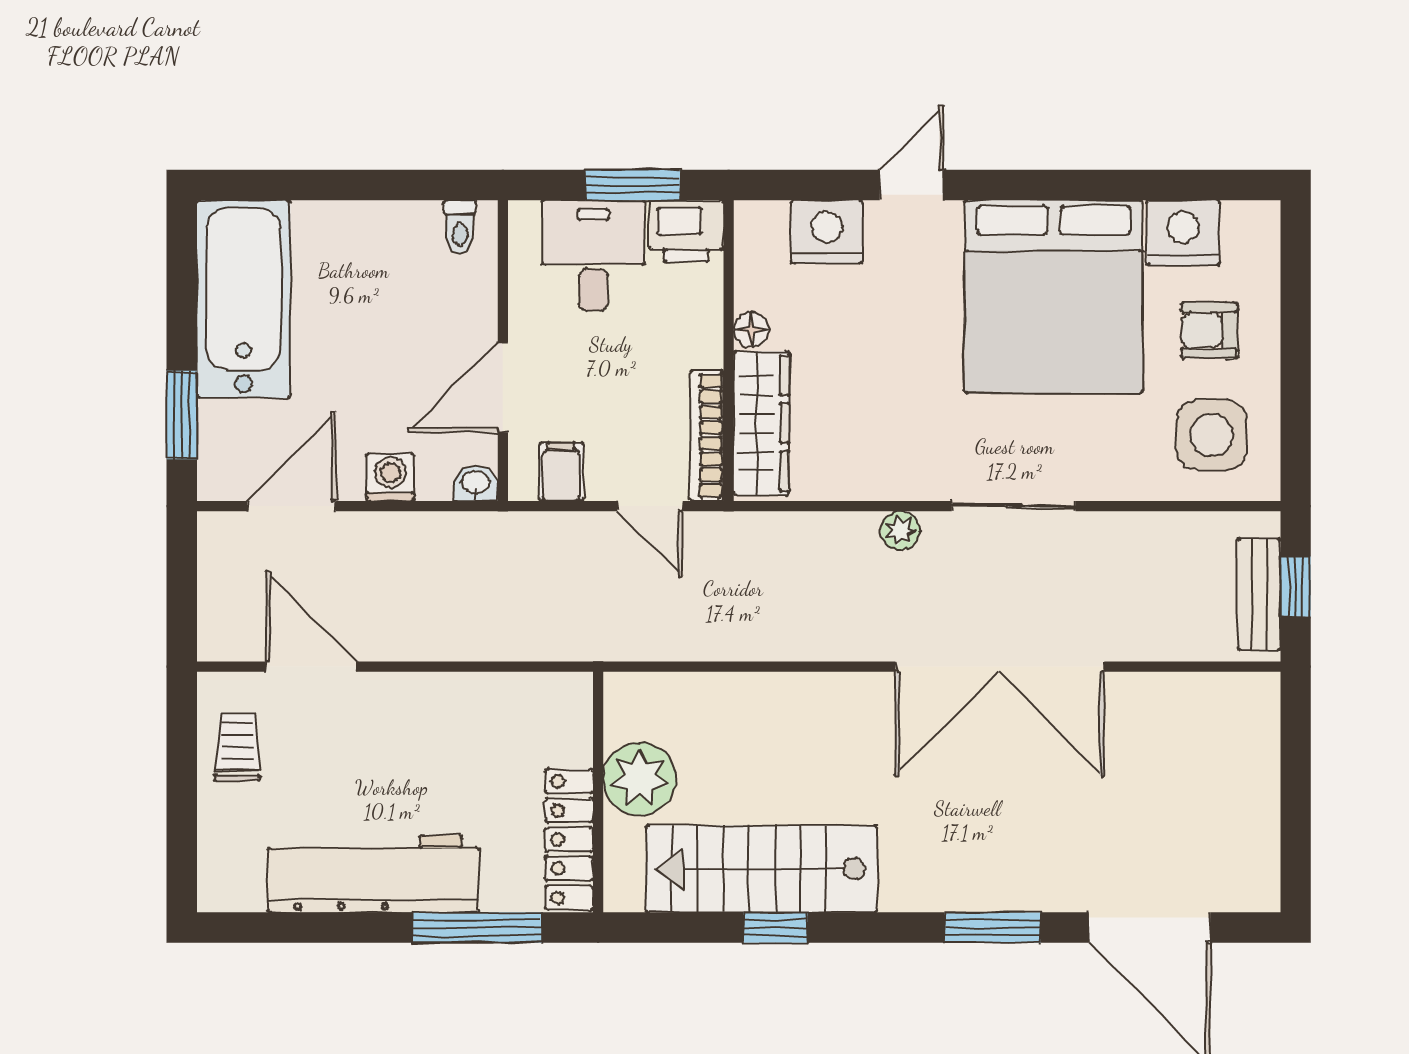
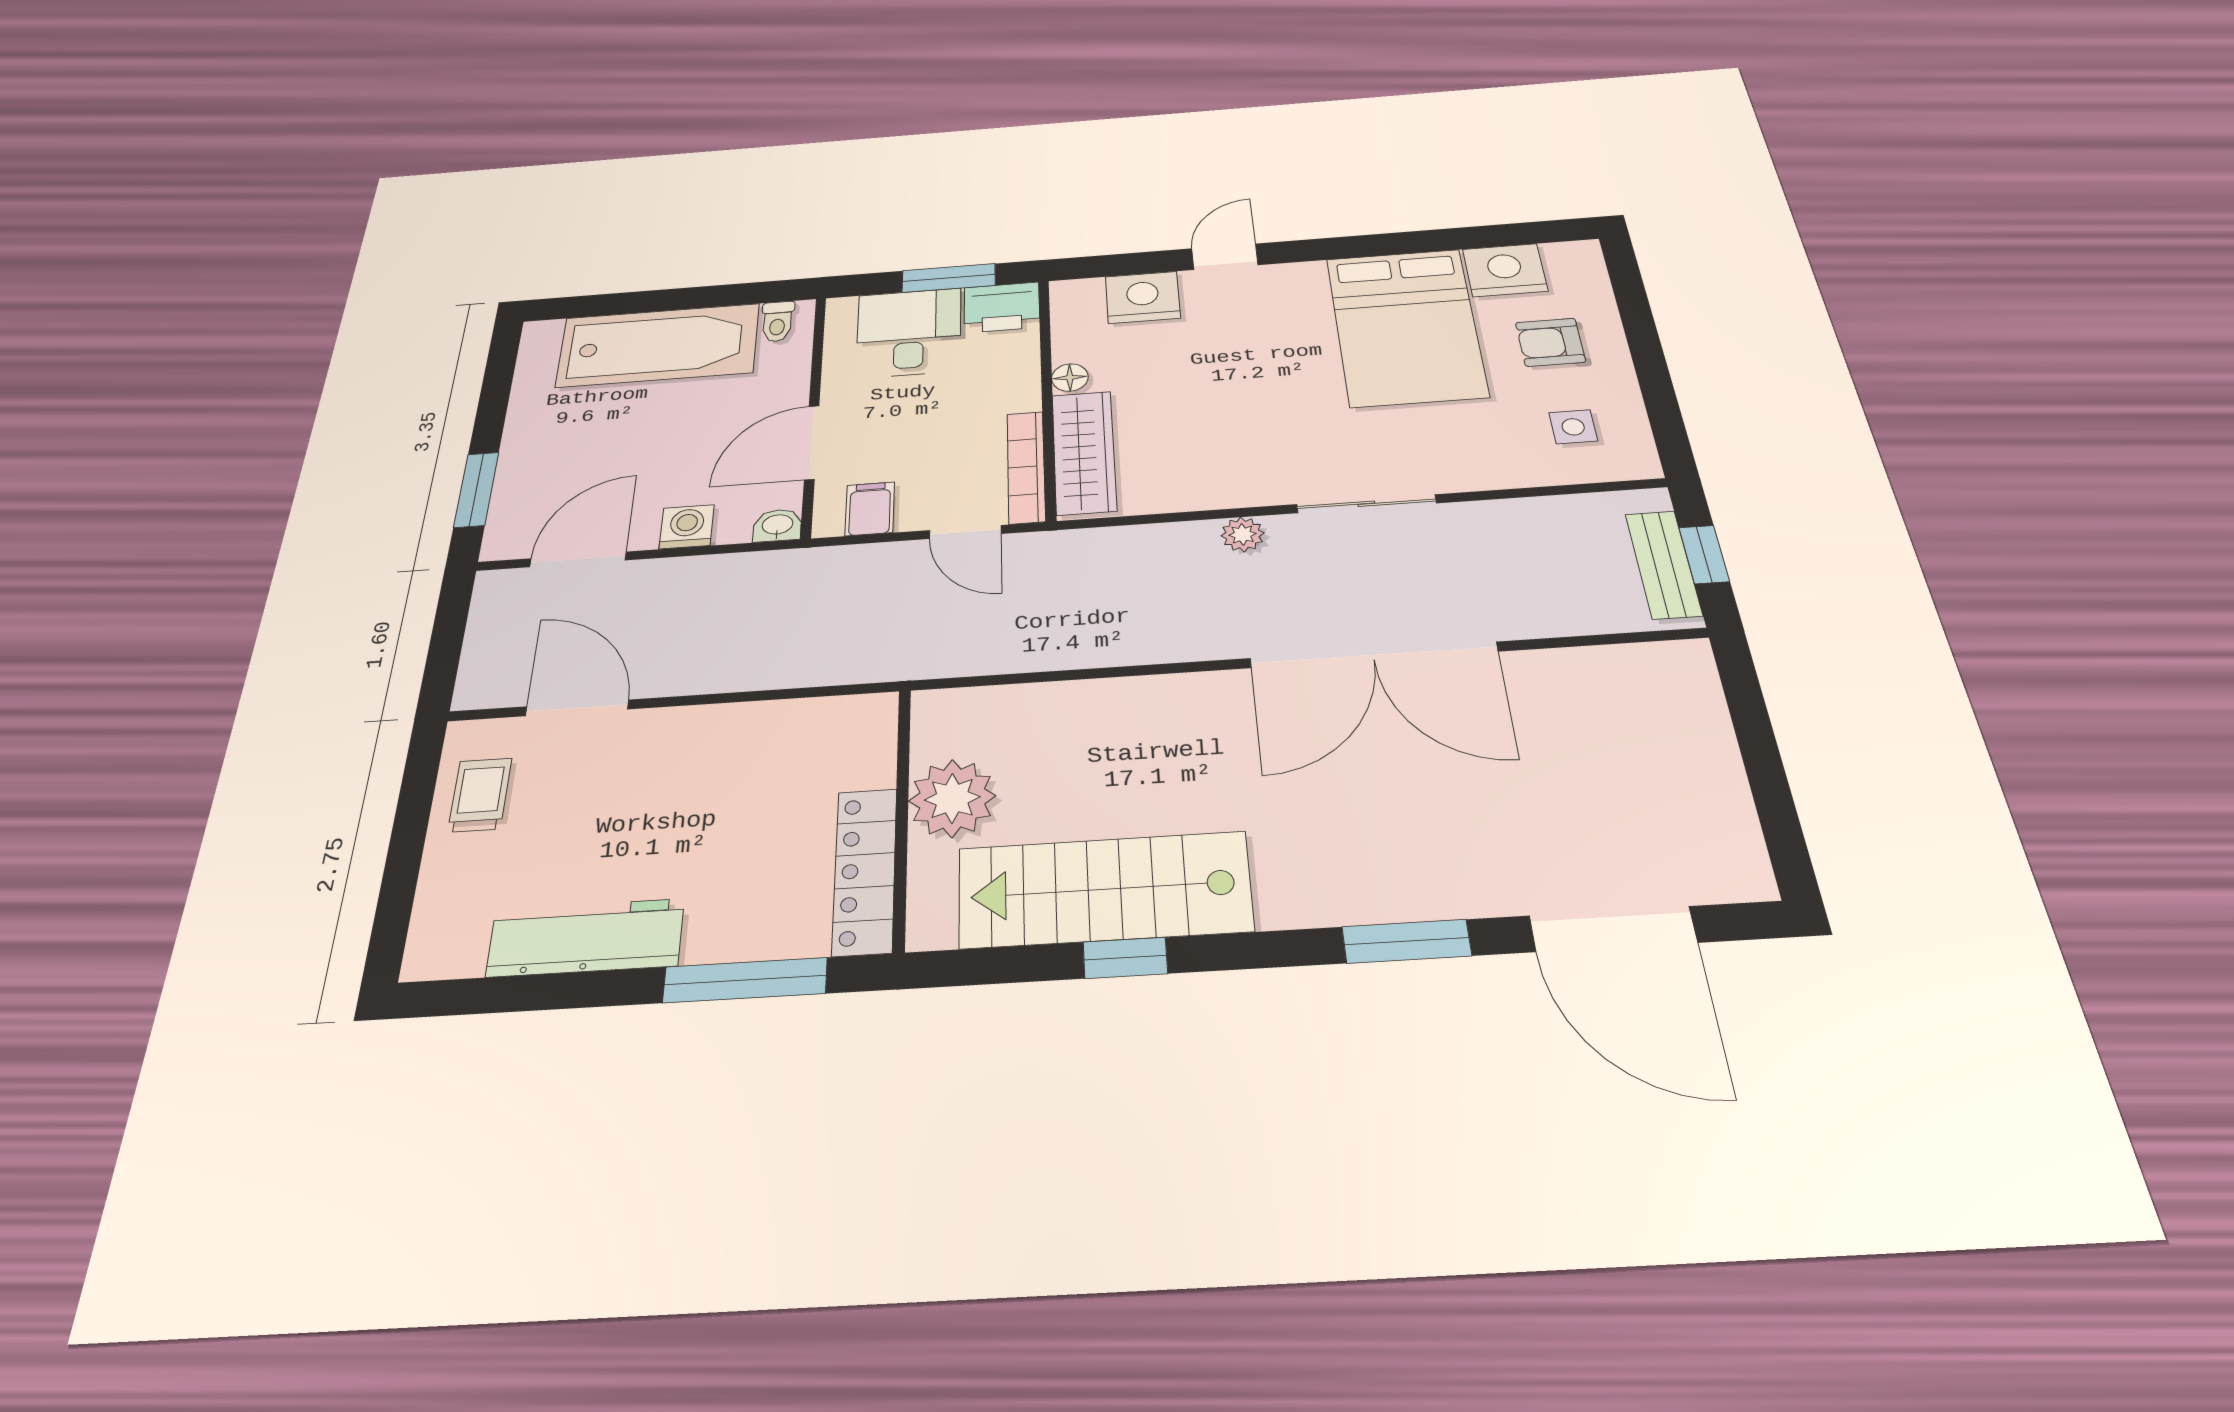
bed: (1054, 297) -> (1406, 326), width x0.73
bathtub: (243, 299) -> (658, 345), moved, turned 90
side table: (1211, 435) -> (1573, 427), width x0.54, depth x0.54
workbench: (373, 874) -> (586, 938), width x0.73, depth x0.76

